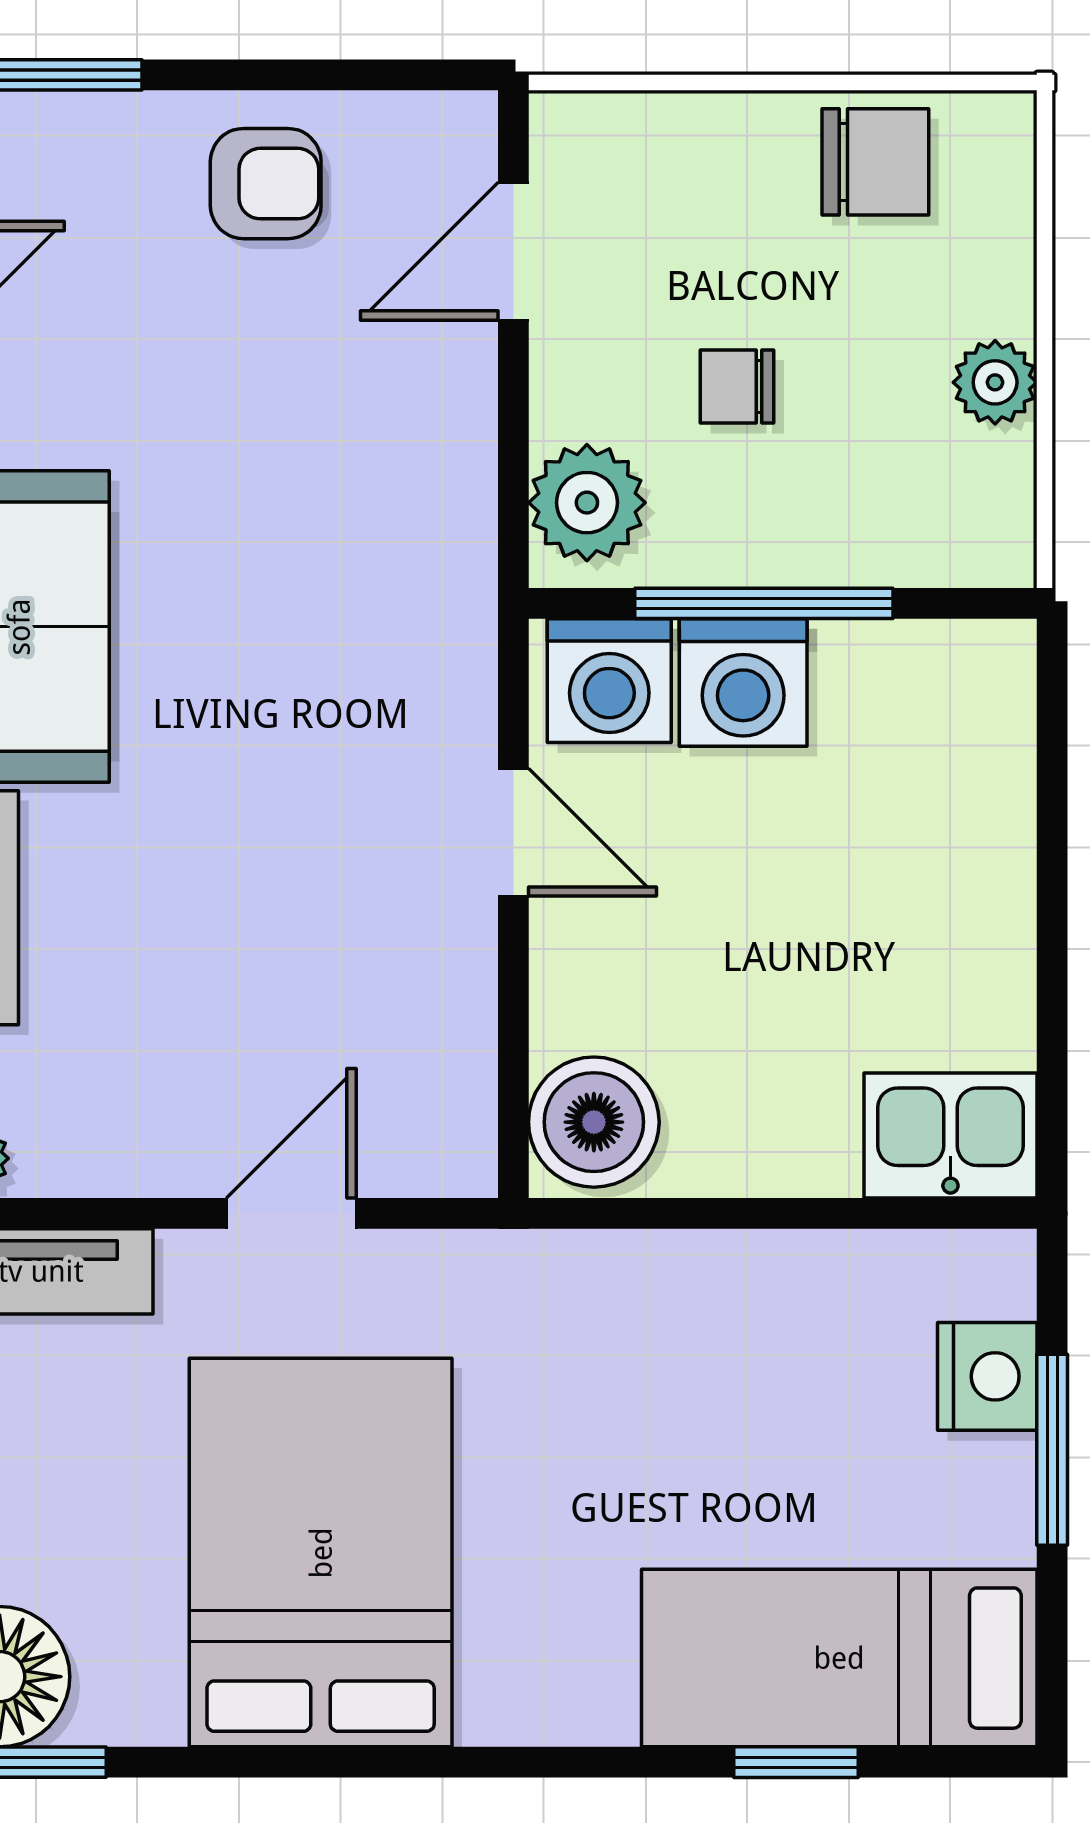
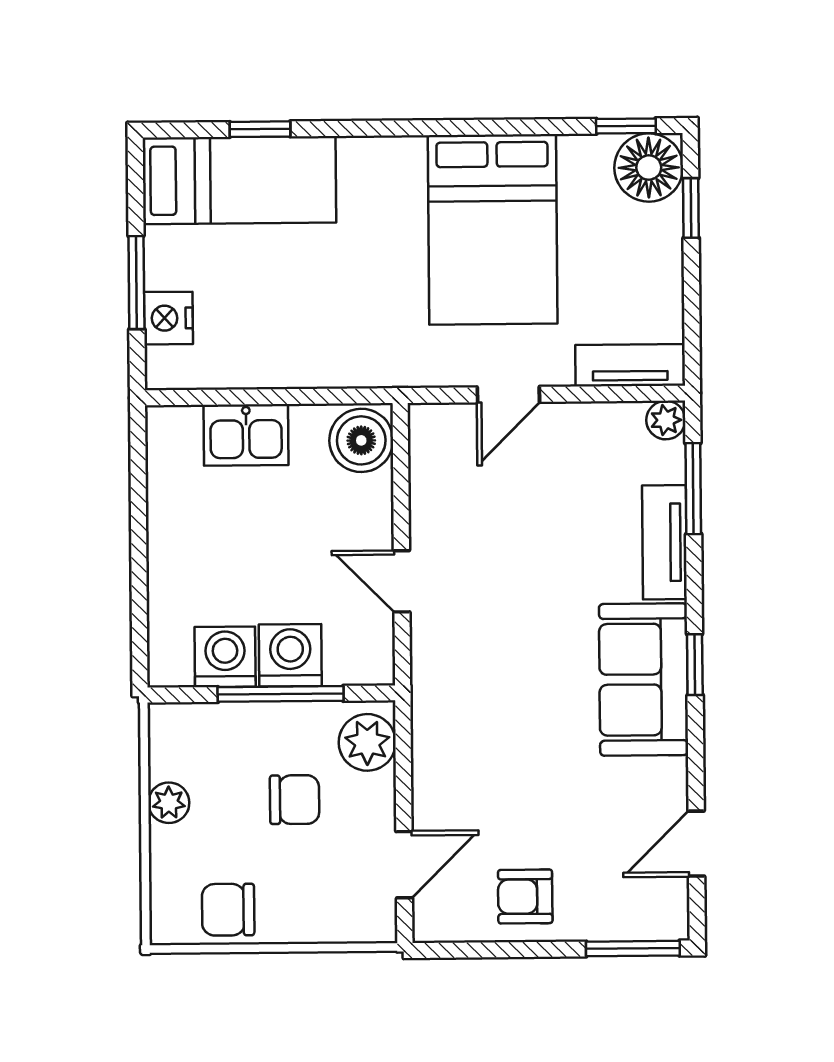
chair: (737, 387) -> (295, 800), width x1.37, depth x1.37
washing machine: (609, 681) -> (225, 657), moved
kitchen sink: (950, 1135) -> (246, 435), moved

